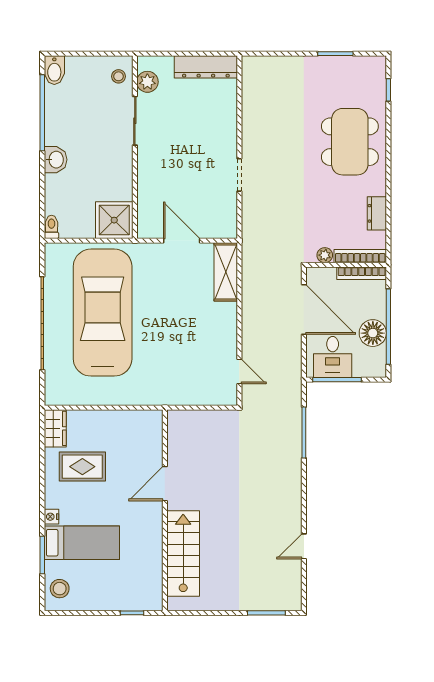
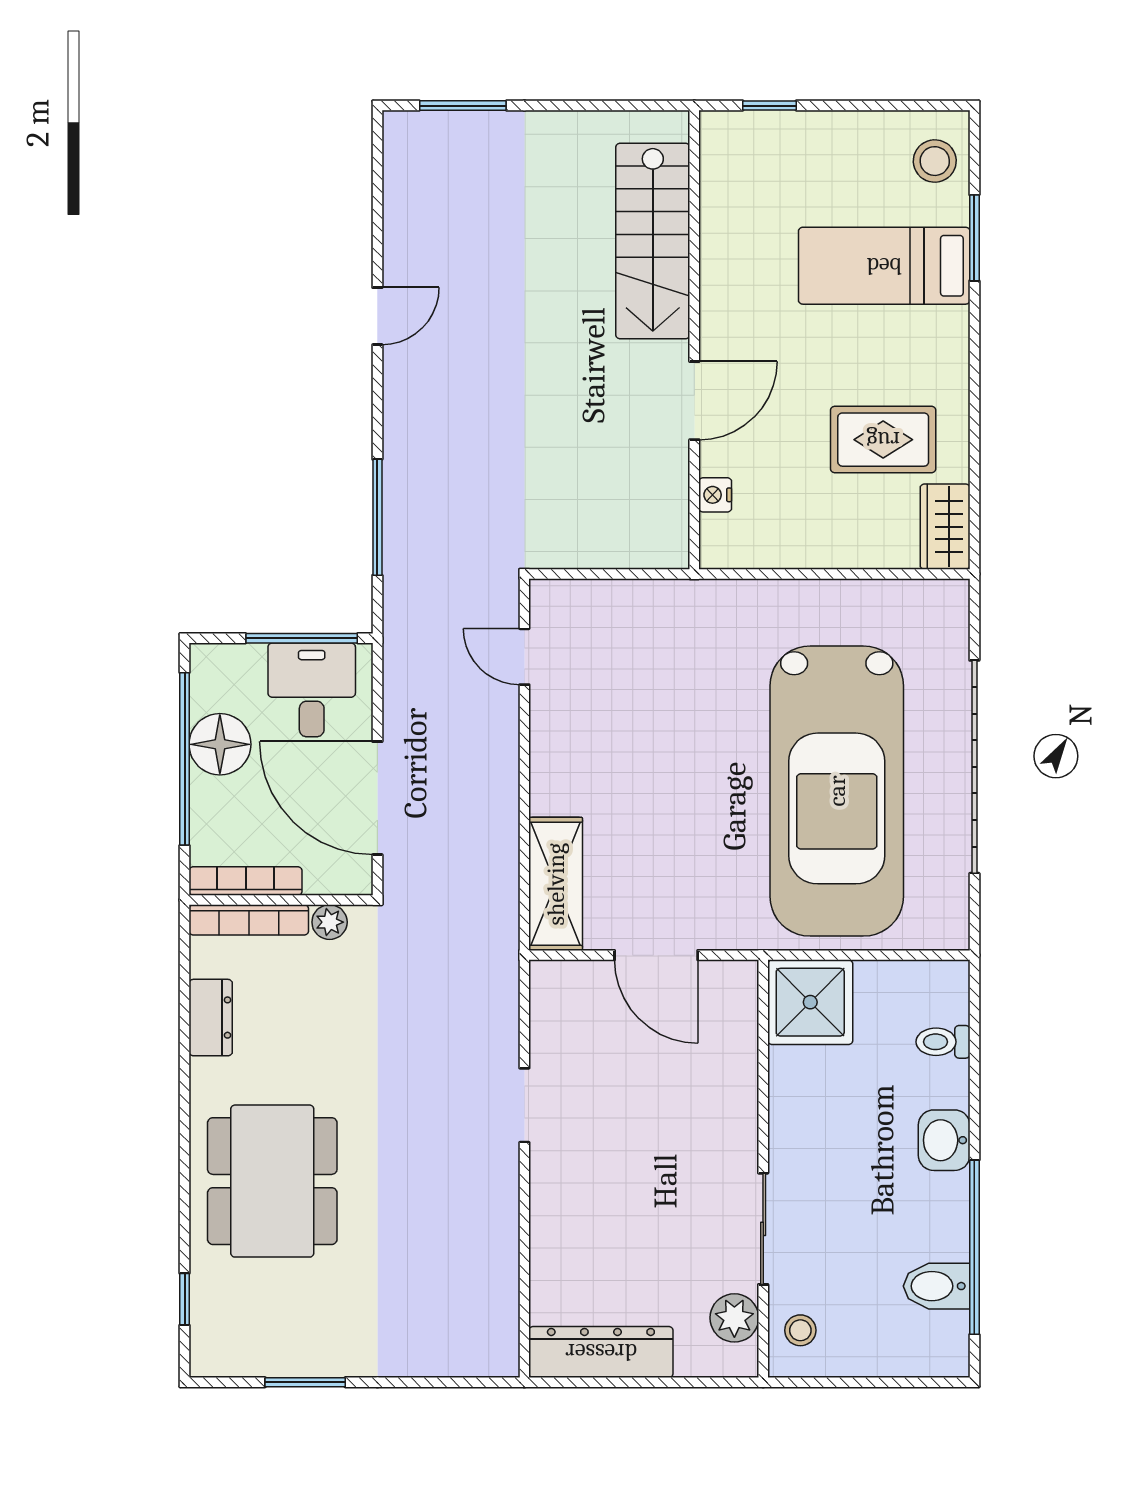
bidet: (54, 70) -> (937, 1286), moved, turned -90
toilet: (51, 227) -> (943, 1042), moved, turned 90
nightstand: (51, 517) -> (715, 495), moved, turned 180
door: (304, 546) -> (377, 316), moved

